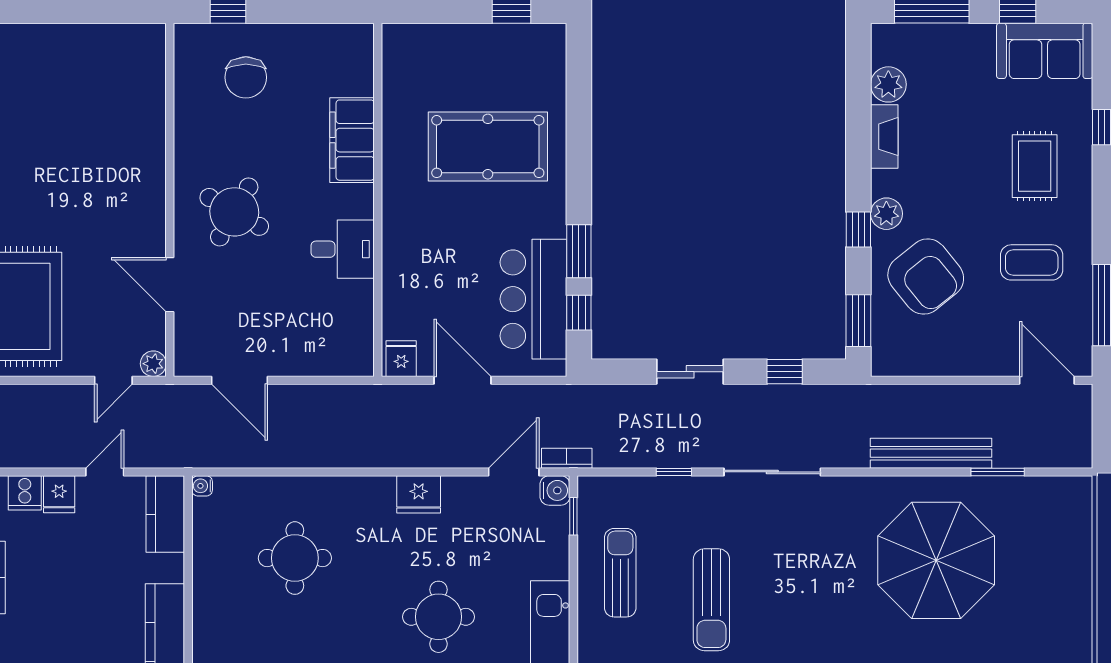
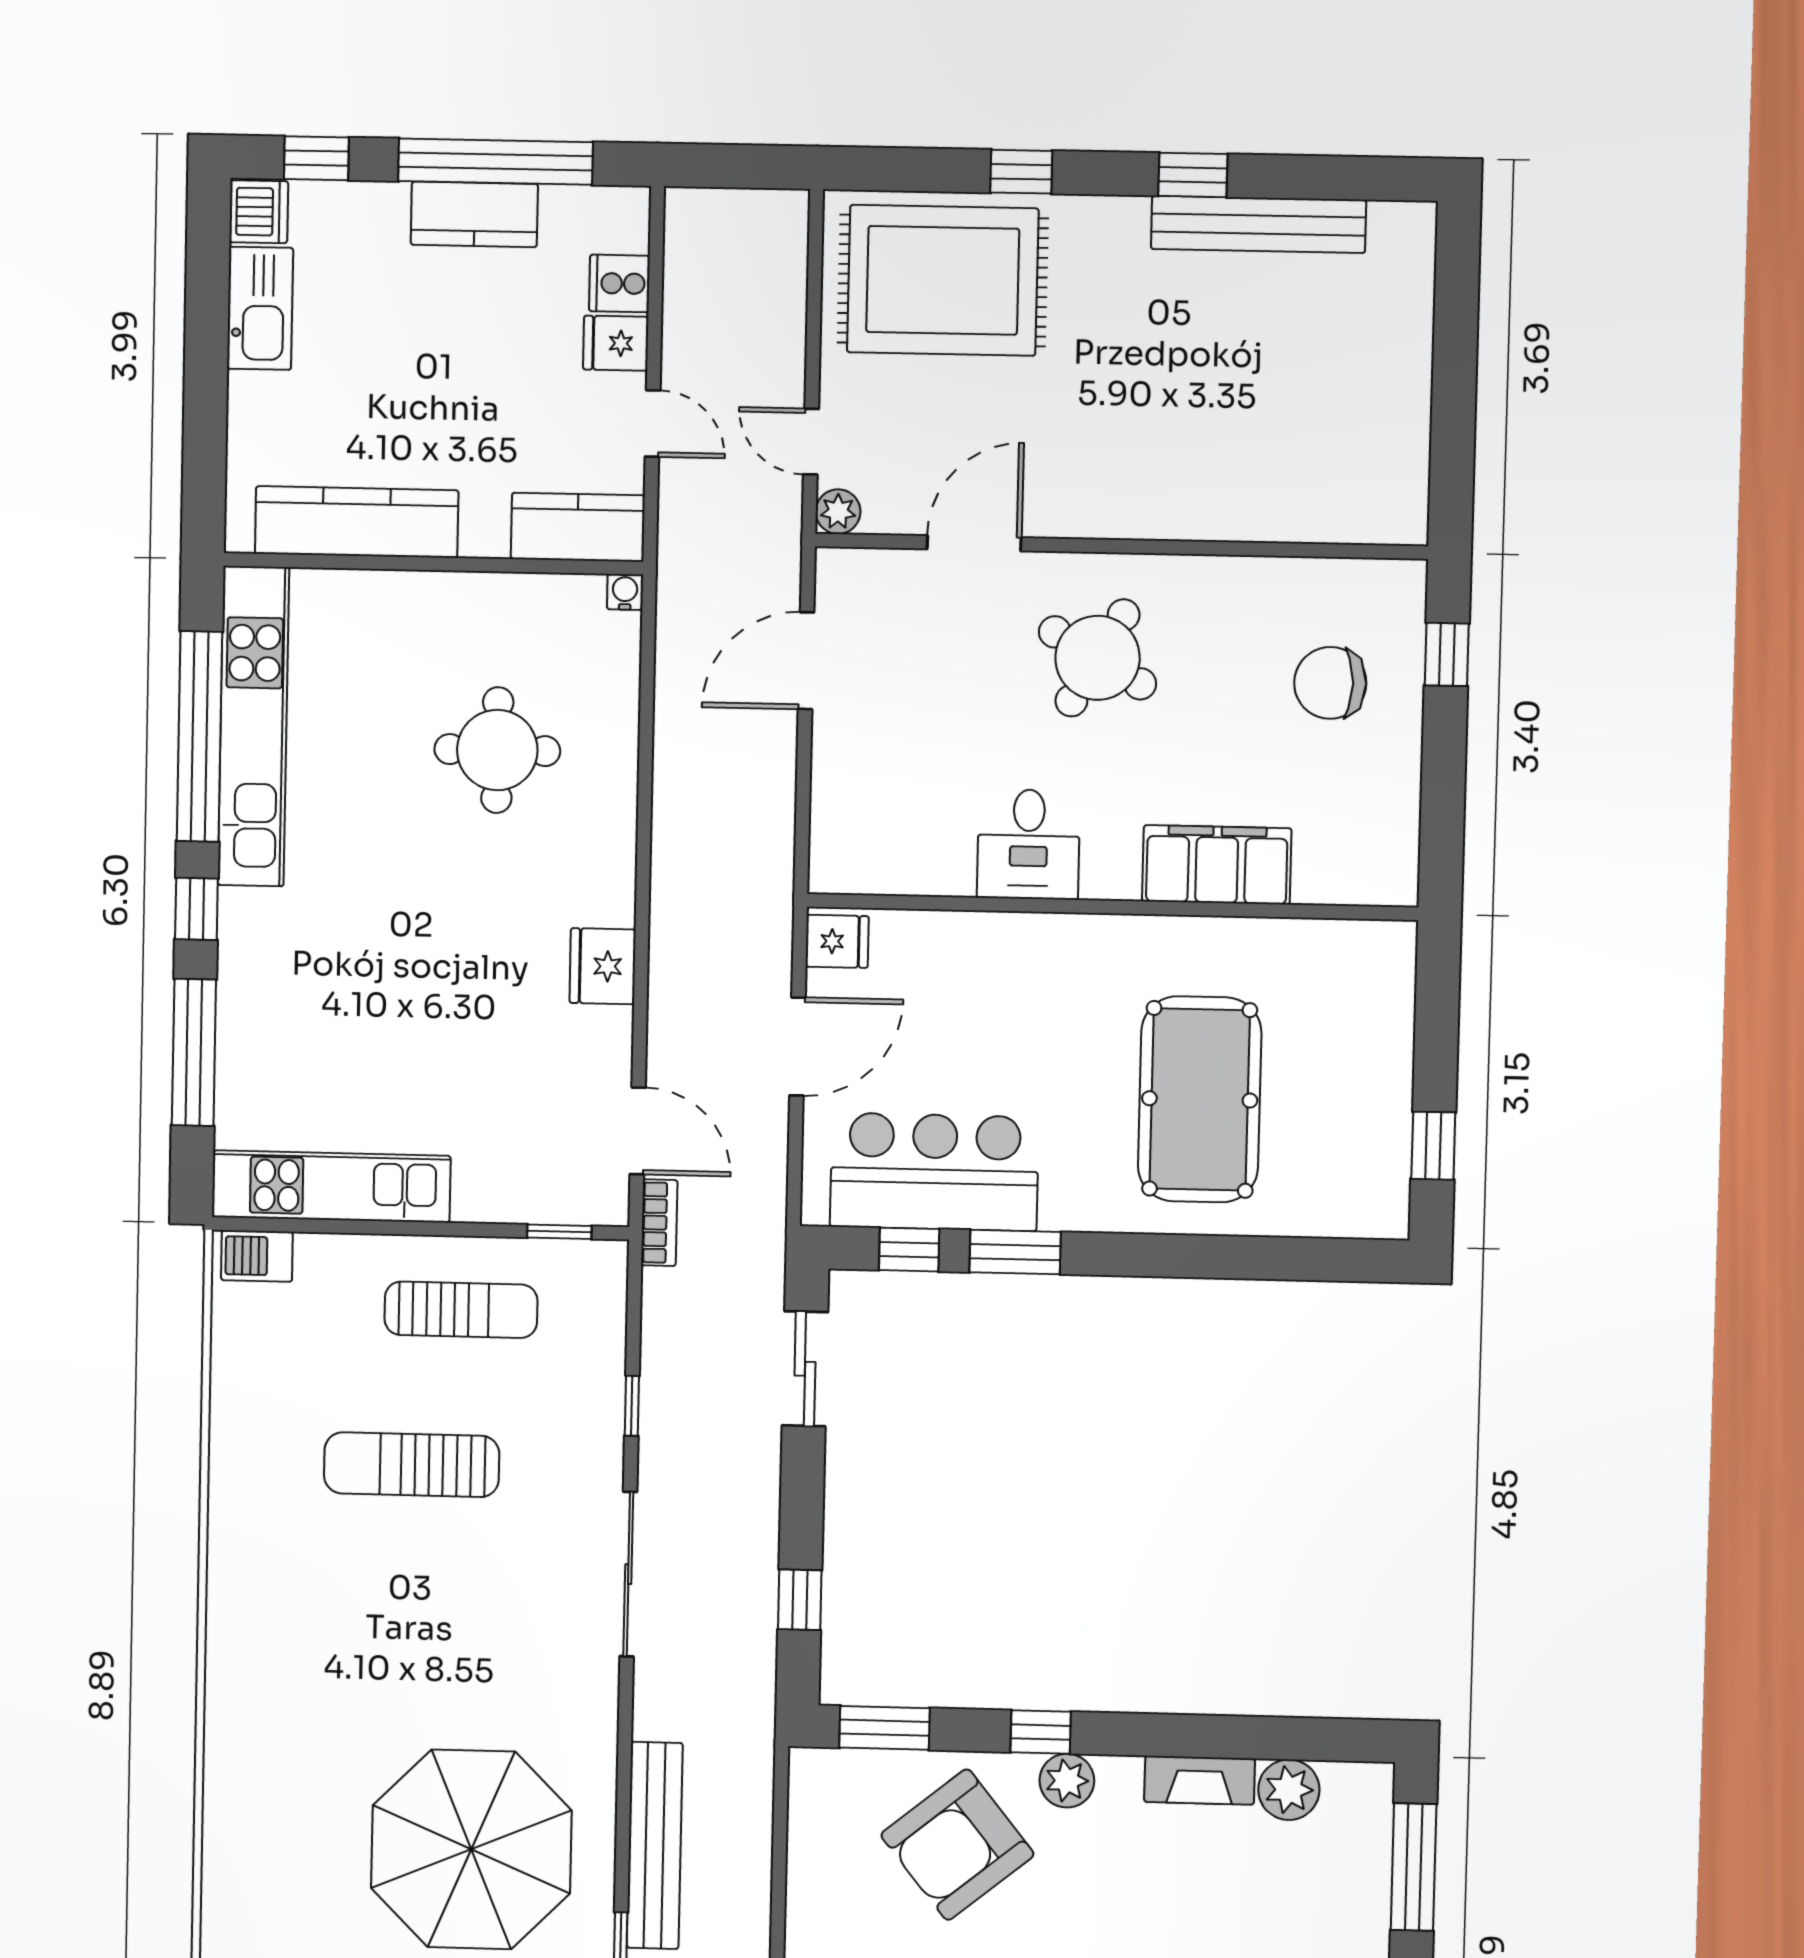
sliding door: (690, 372) -> (805, 1369), moved
water cooler: (555, 490) -> (604, 1201), removed
round table: (438, 617) -> (391, 996), removed

